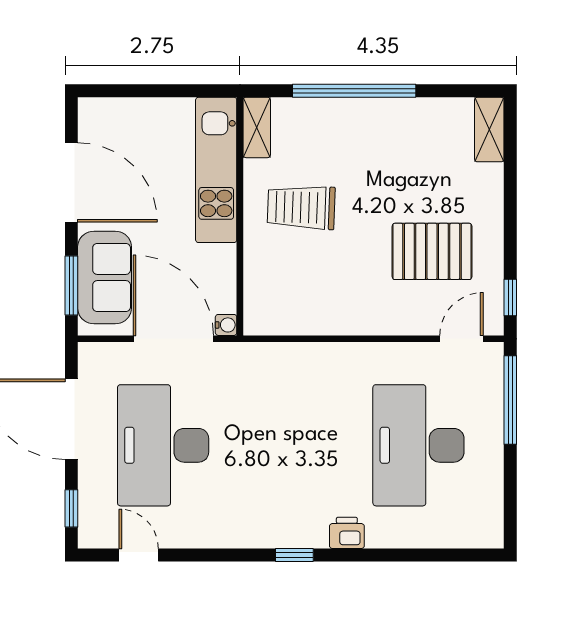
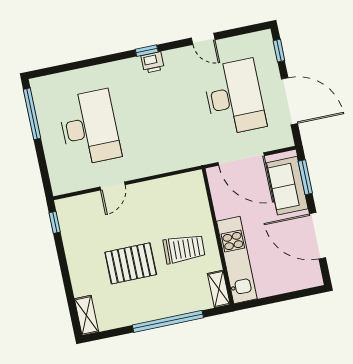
pallet: (432, 251) -> (131, 263), moved
water cooler: (226, 325) -> (213, 173), removed
door: (462, 339) -> (112, 186), moved
window: (510, 400) -> (32, 114), moved
printer: (347, 533) -> (153, 62), moved
door: (139, 555) -> (203, 39), moved

